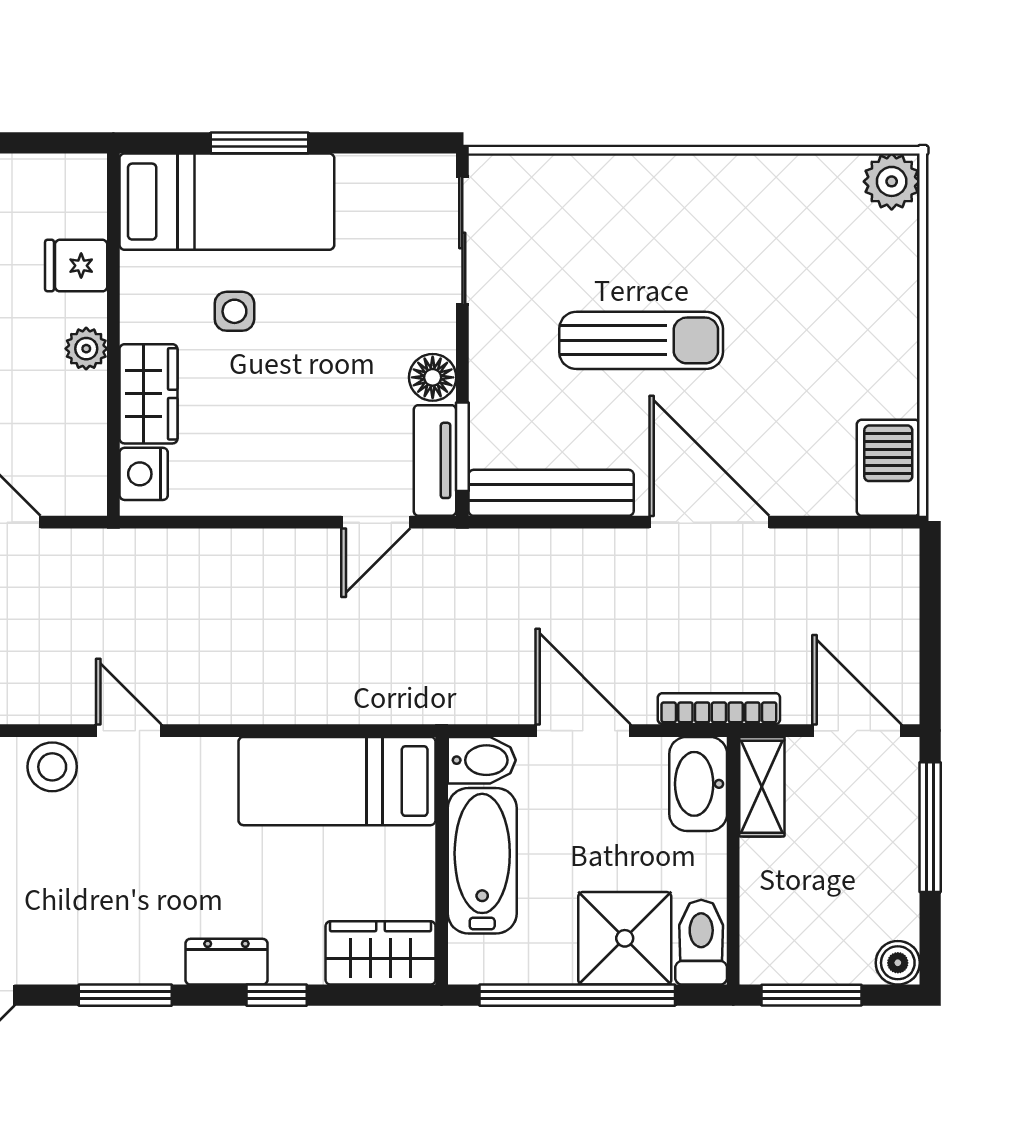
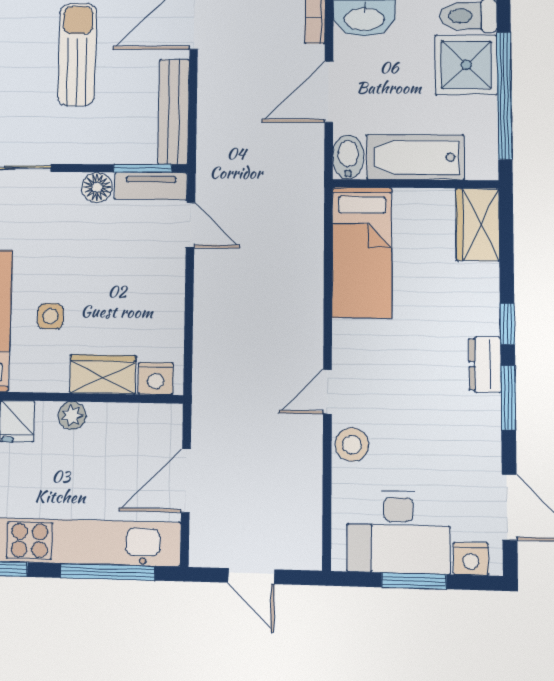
dresser: (226, 962) -> (485, 364), moved
window: (277, 995) -> (507, 324), moved

